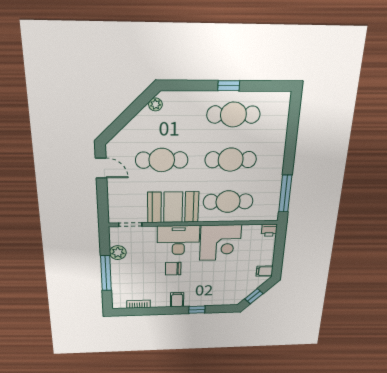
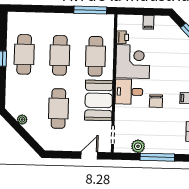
plant: (155, 104) -> (22, 119), moved
door: (101, 168) -> (89, 155), moved
printer: (269, 230) -> (123, 37), moved
desk: (178, 240) -> (129, 92), width x0.73
filing cabinet: (265, 271) -> (148, 22), moved

